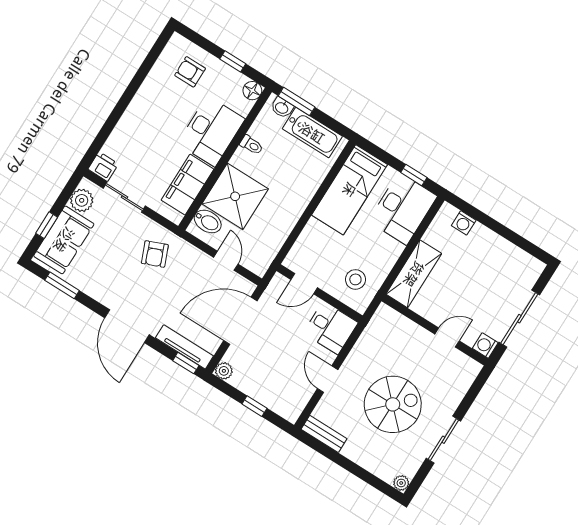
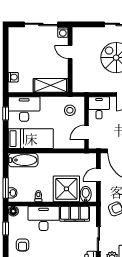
bathtub: (312, 133) -> (23, 160), moved, turned 90
door: (304, 284) -> (86, 132), swing flipped

